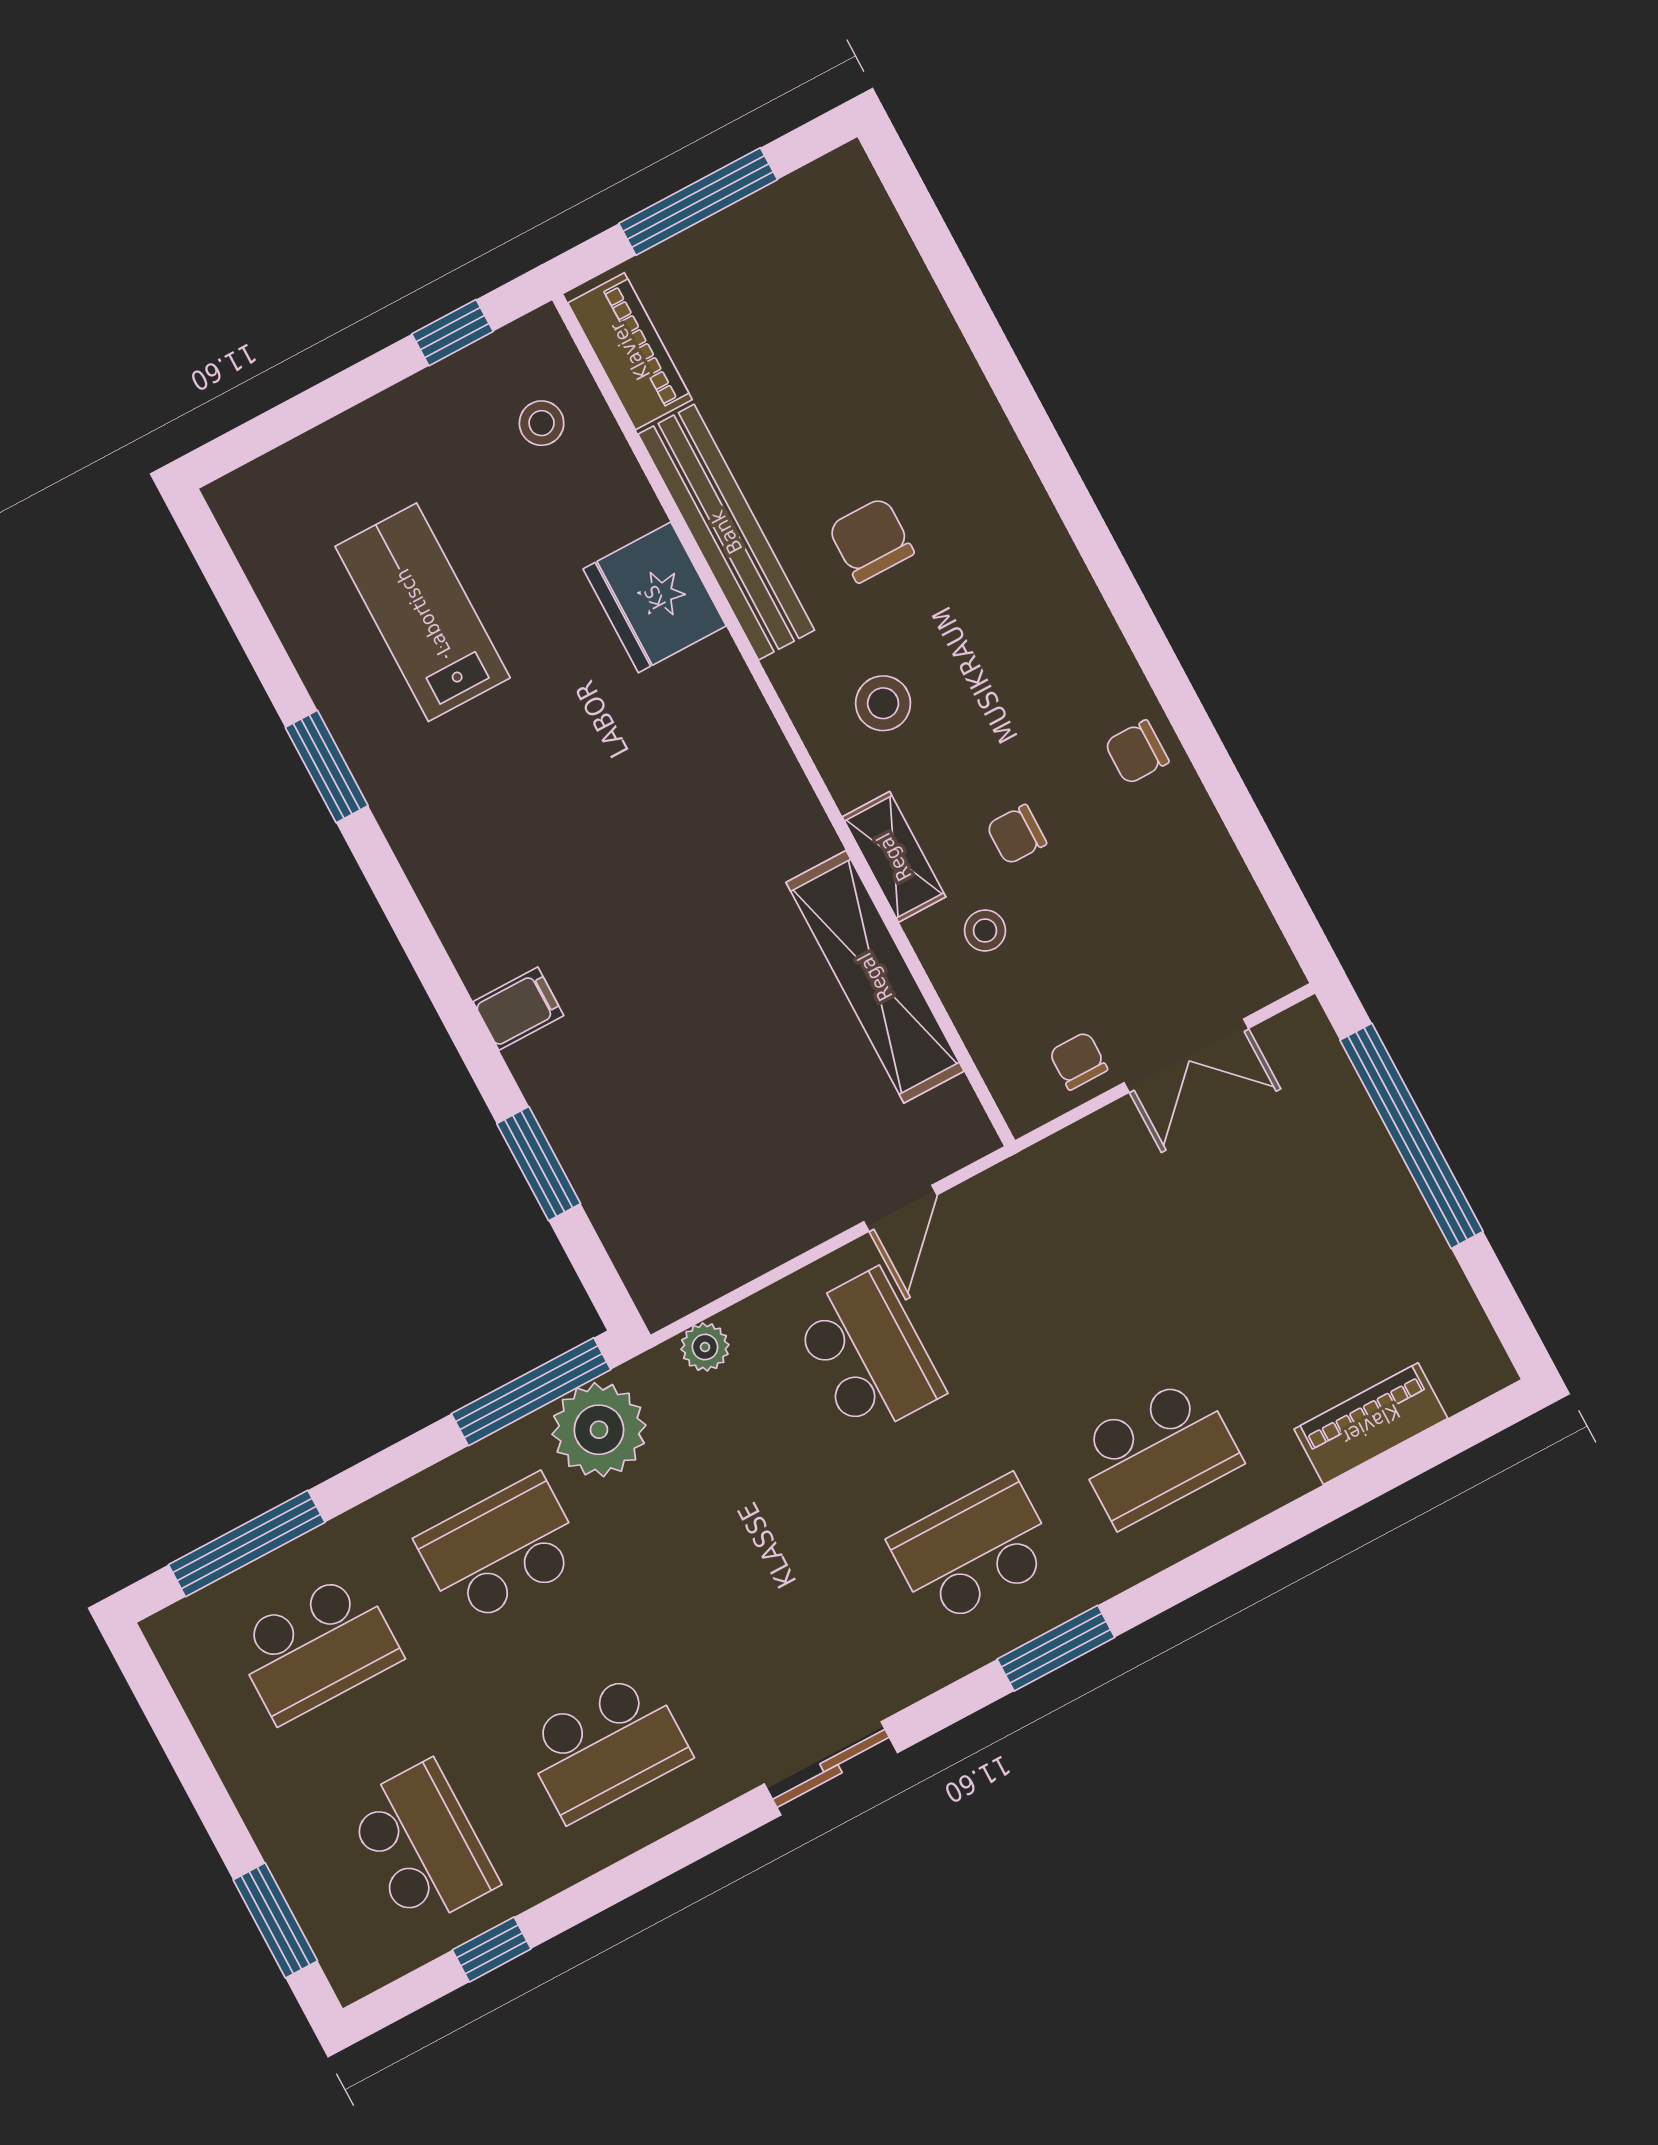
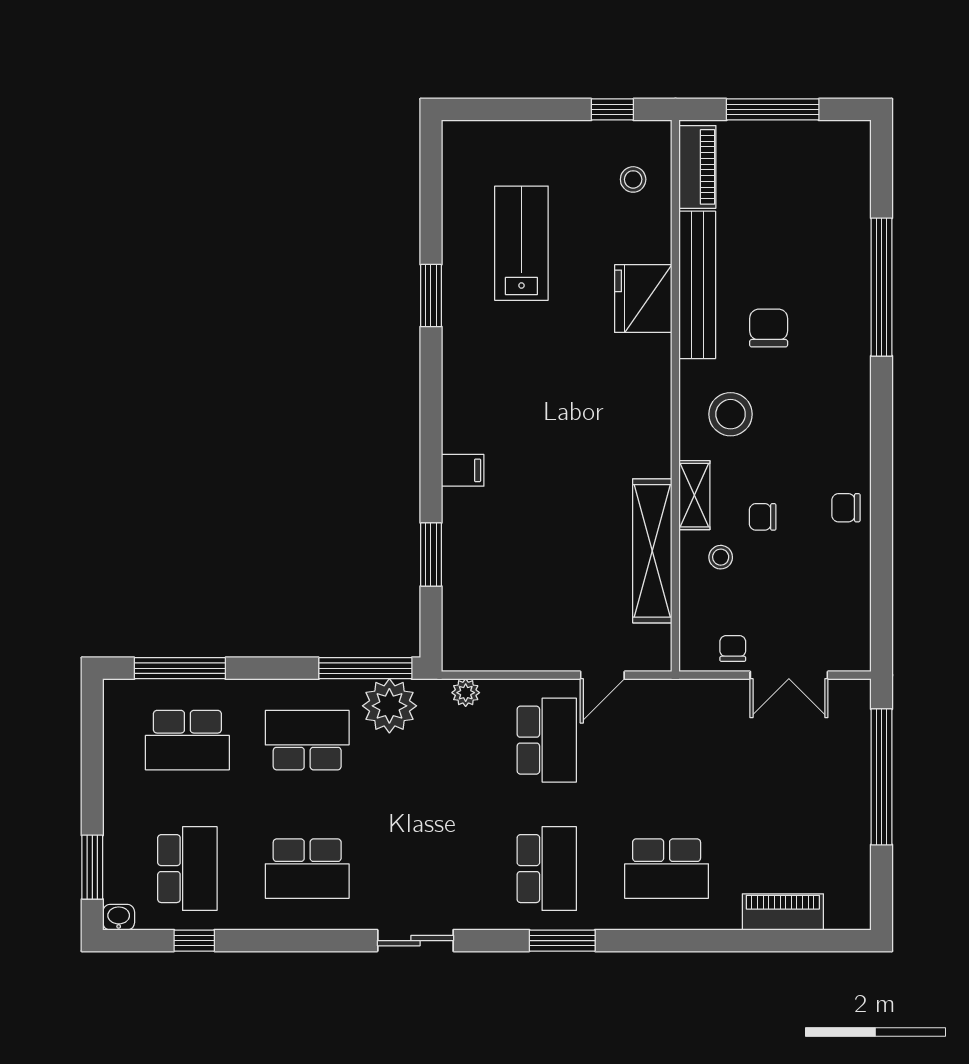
window: (1010, 385) -> (881, 287), added
stool: (883, 703) -> (731, 414), width x1.38, depth x1.38
school desk: (973, 1550) -> (547, 869), turned 90
washbasin: (357, 1975) -> (119, 917), added

